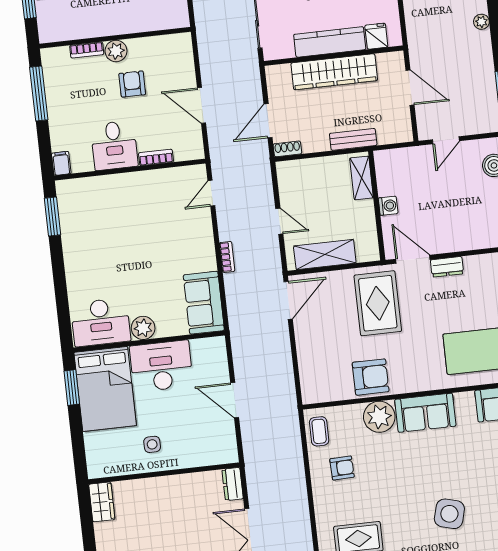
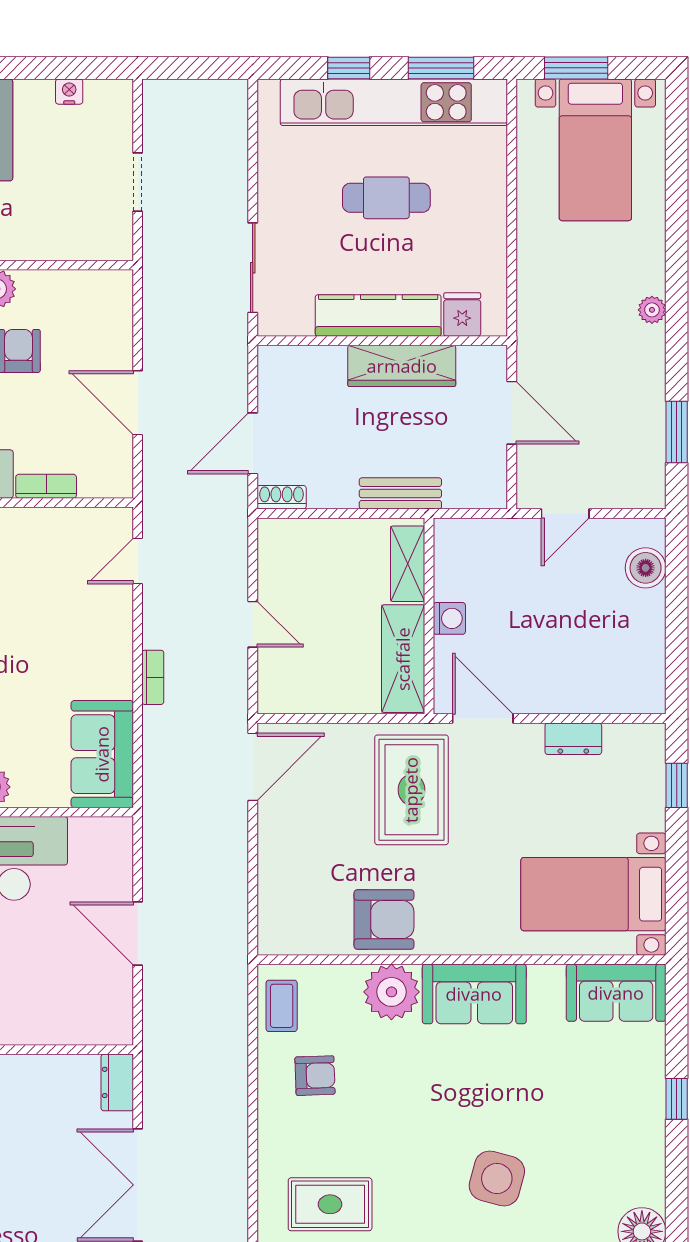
wardrobe: (334, 72) -> (402, 366), width x0.71, depth x0.85
shelving: (325, 255) -> (403, 659), moved, turned 90
dresser: (447, 267) -> (573, 739), moved

